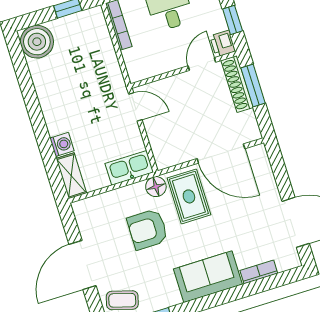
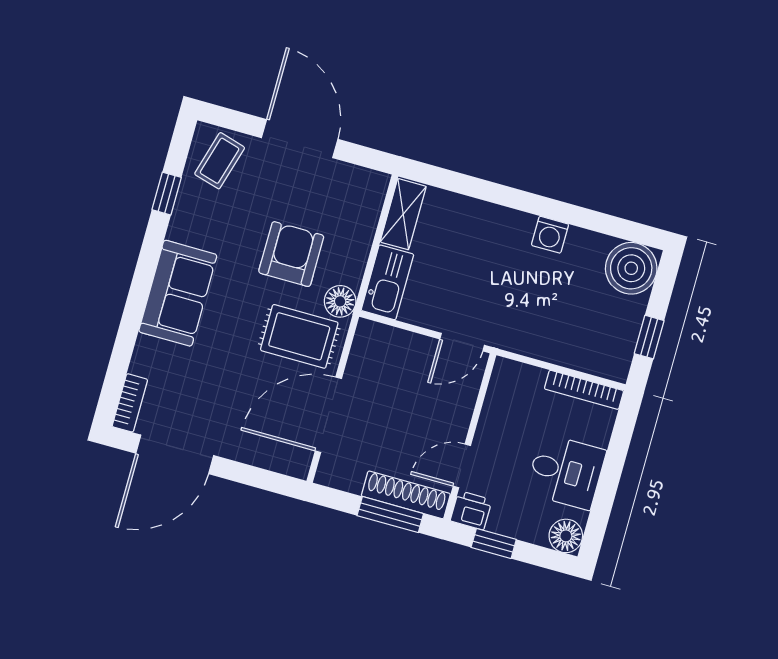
door: (202, 64) -> (462, 466), swing flipped
washing machine: (62, 144) -> (550, 235), moved
shelving: (71, 176) -> (403, 214), moved, turned 90
bookcase: (259, 272) -> (130, 403), moved

